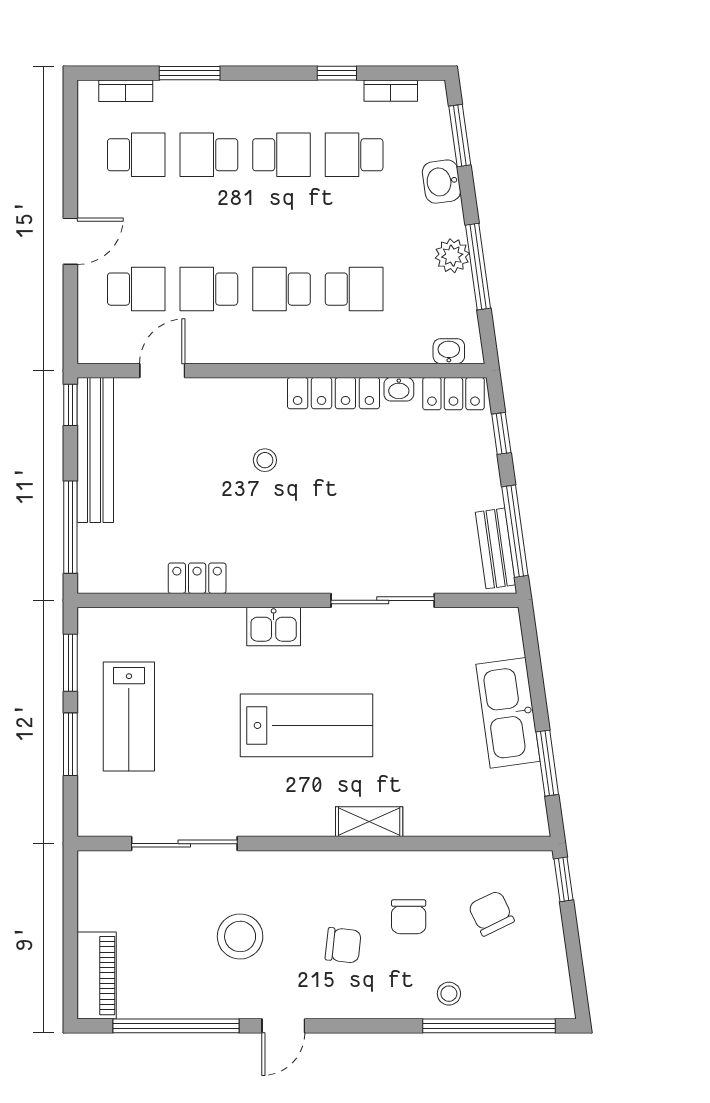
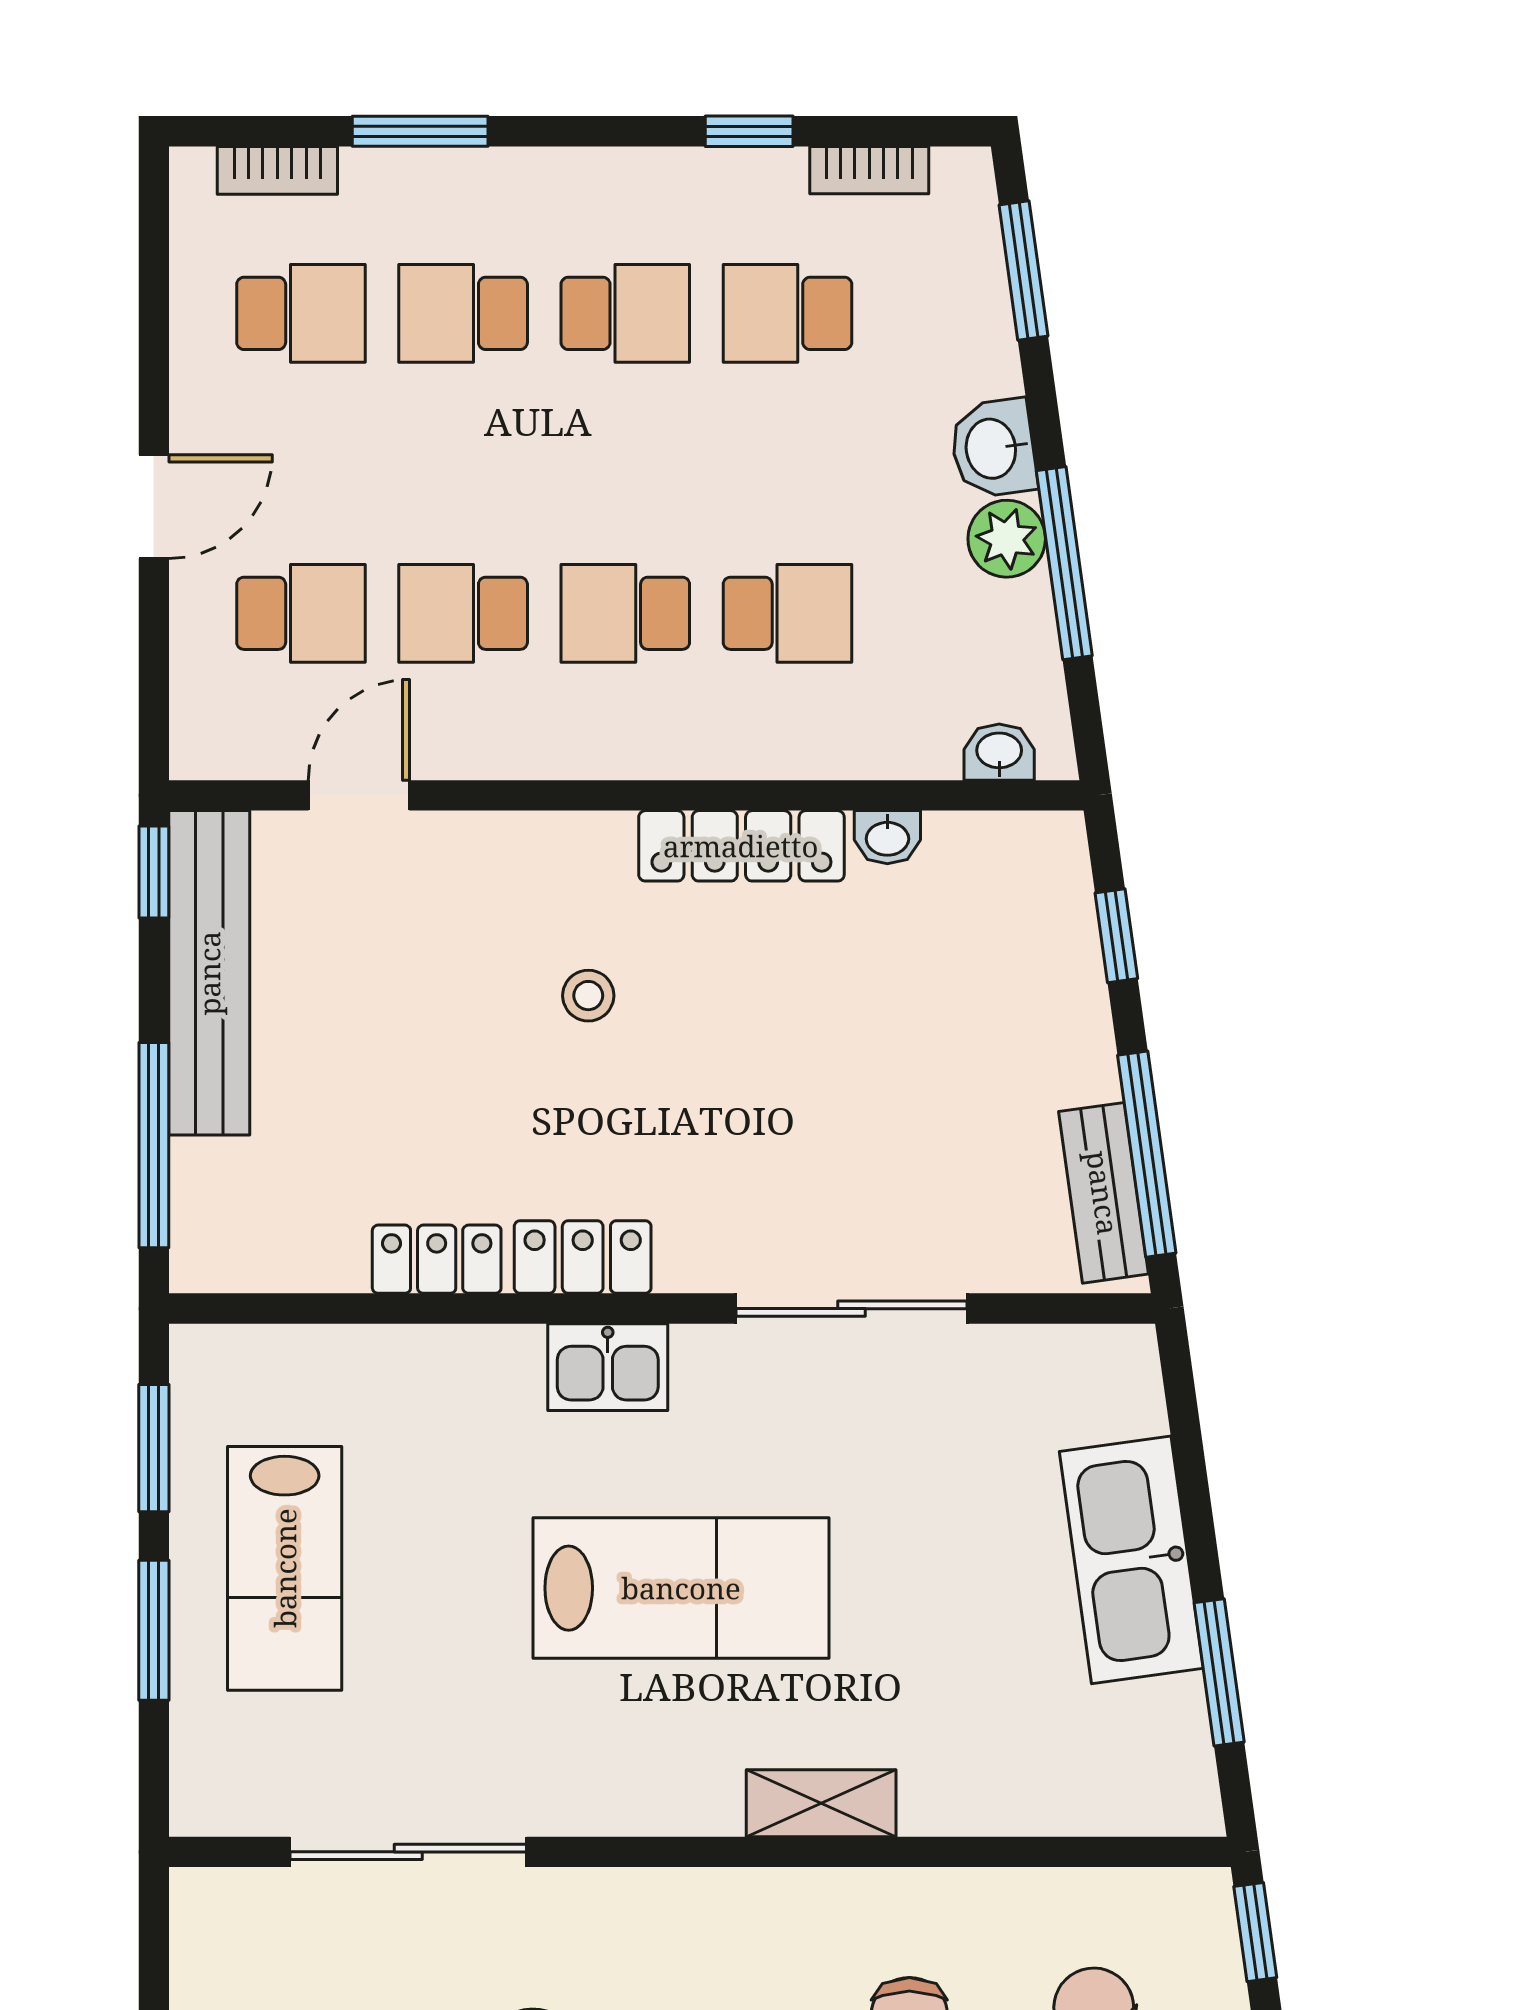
washbasin: (441, 182) -> (993, 448), moved
locker: (453, 394) -> (583, 1257), moved, turned 180

